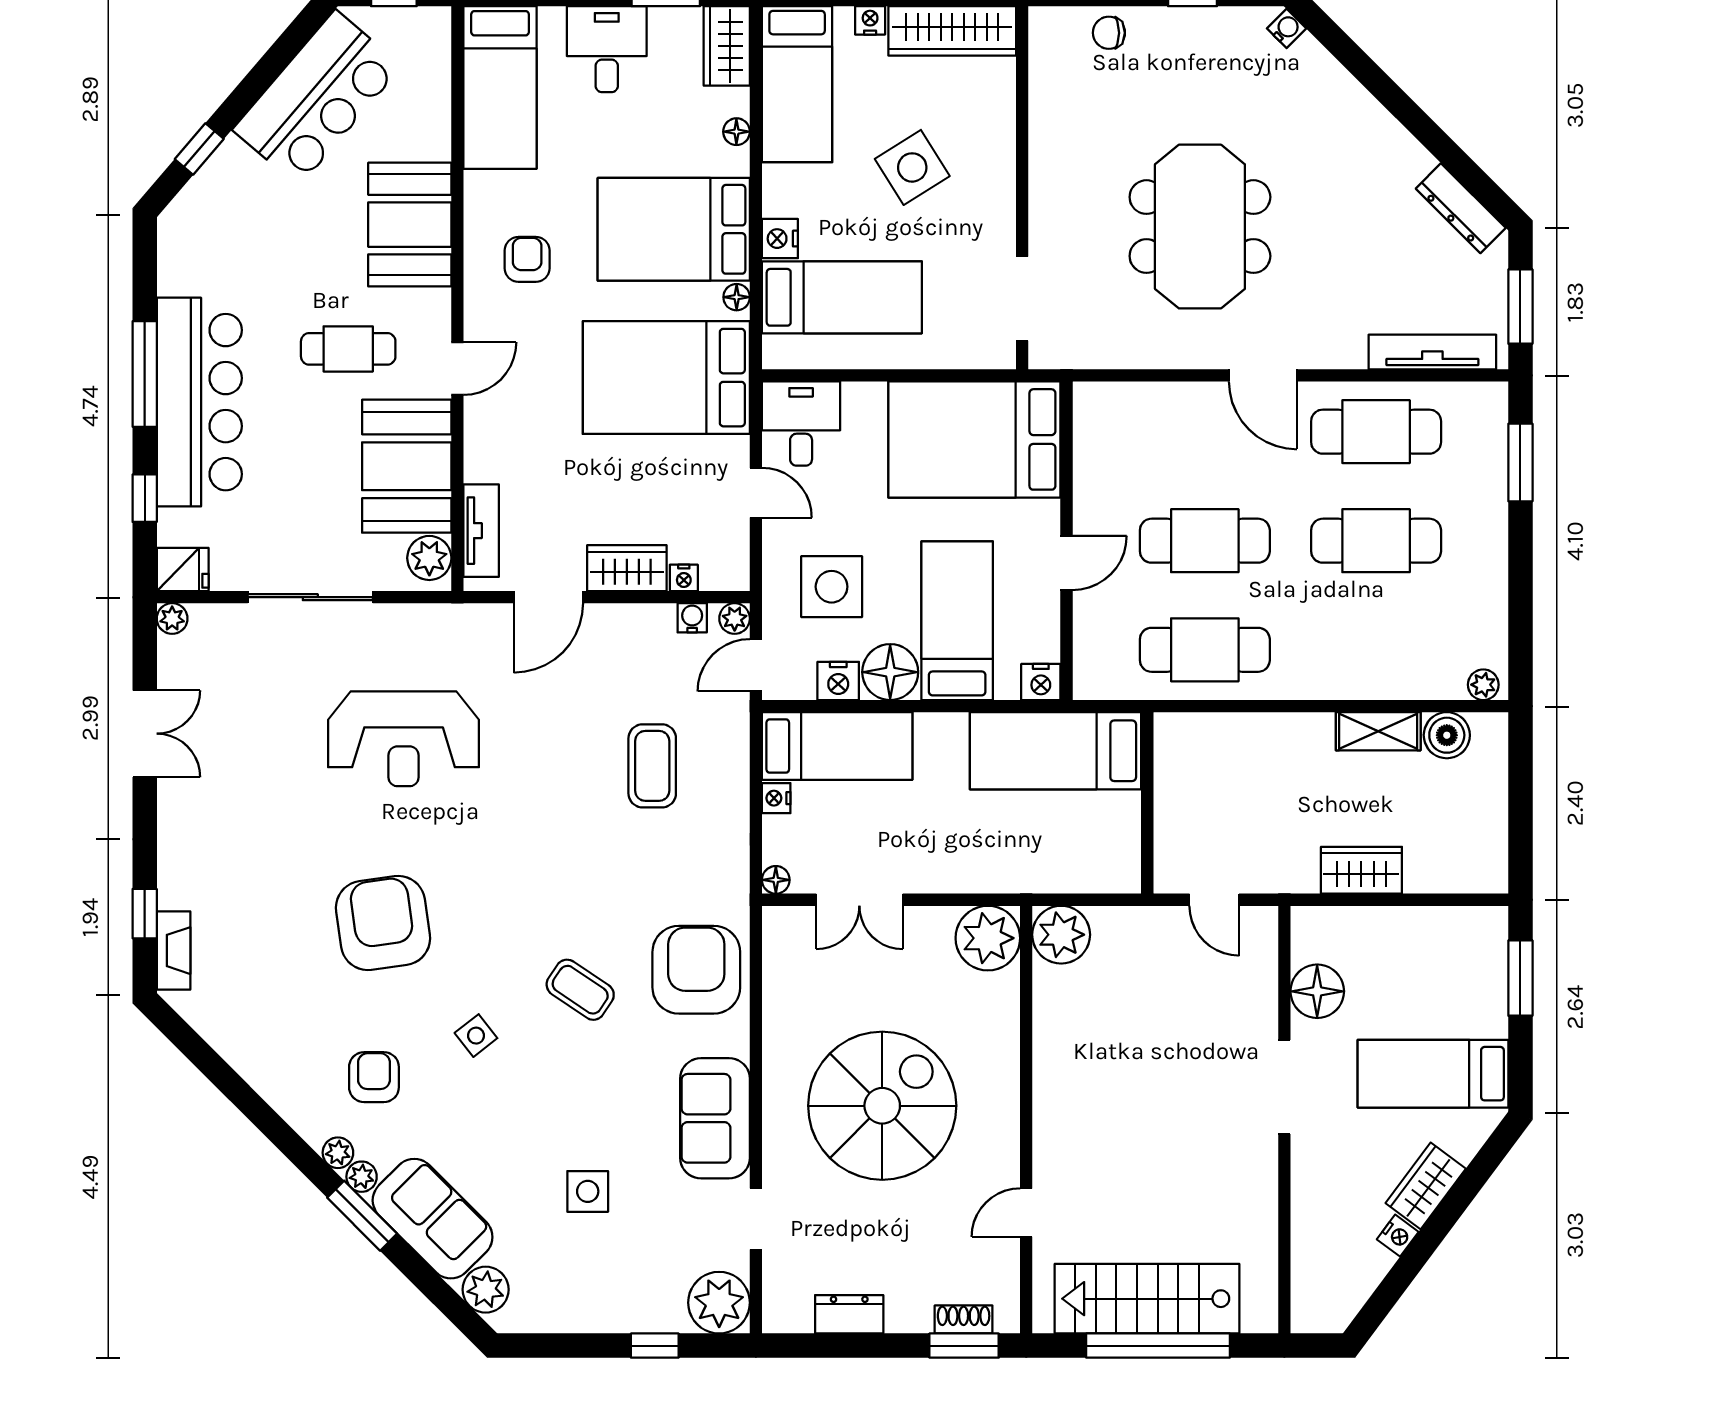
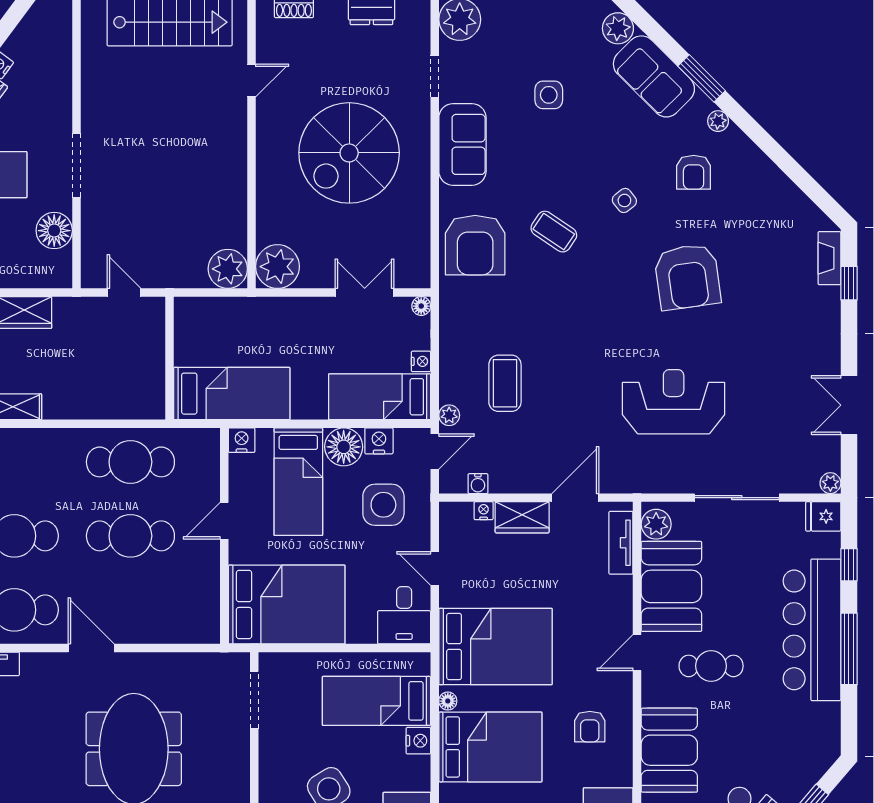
plant: (735, 619) -> (449, 415), moved
plant: (362, 1177) -> (702, 105), removed

